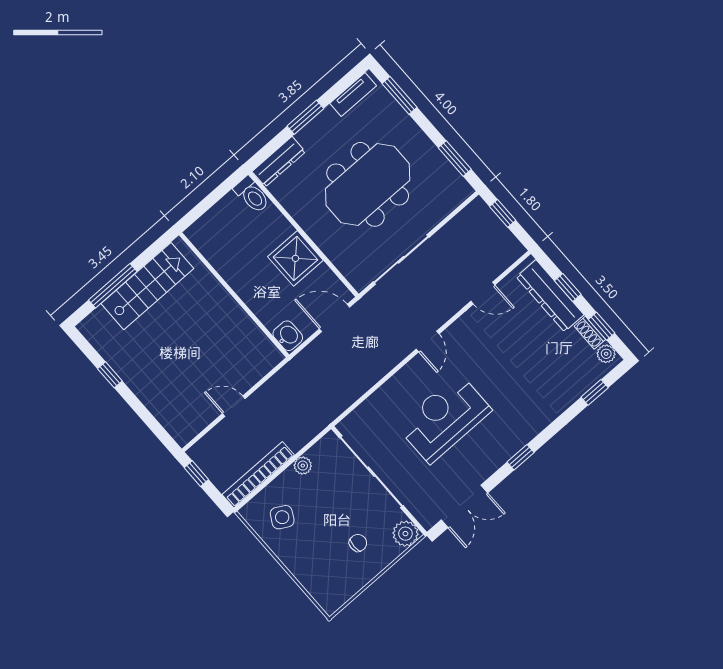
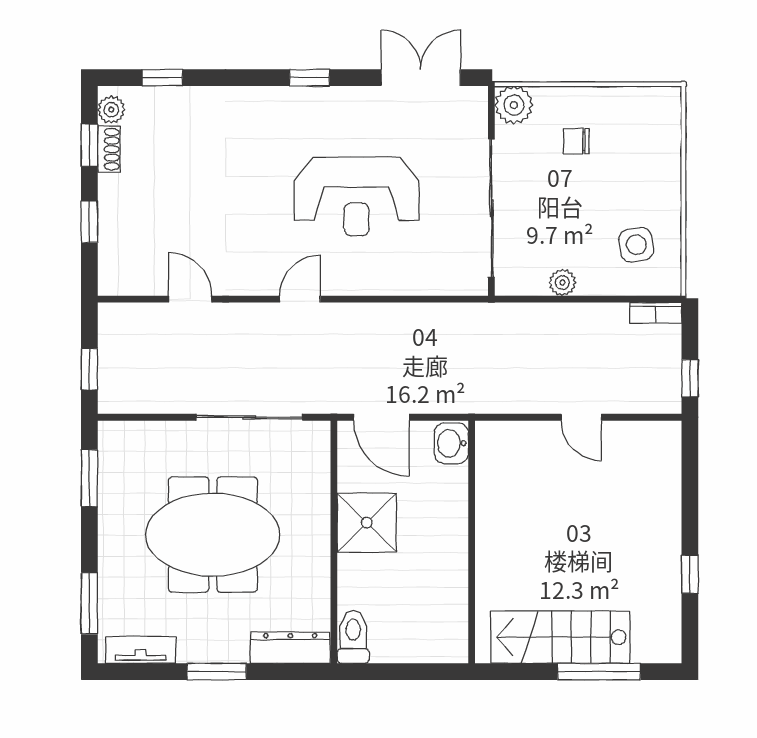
dresser: (550, 296) -> (117, 230), removed
bookcase: (258, 475) -> (656, 313), width x0.43, depth x0.76
side table: (282, 517) -> (636, 245), turned -38

